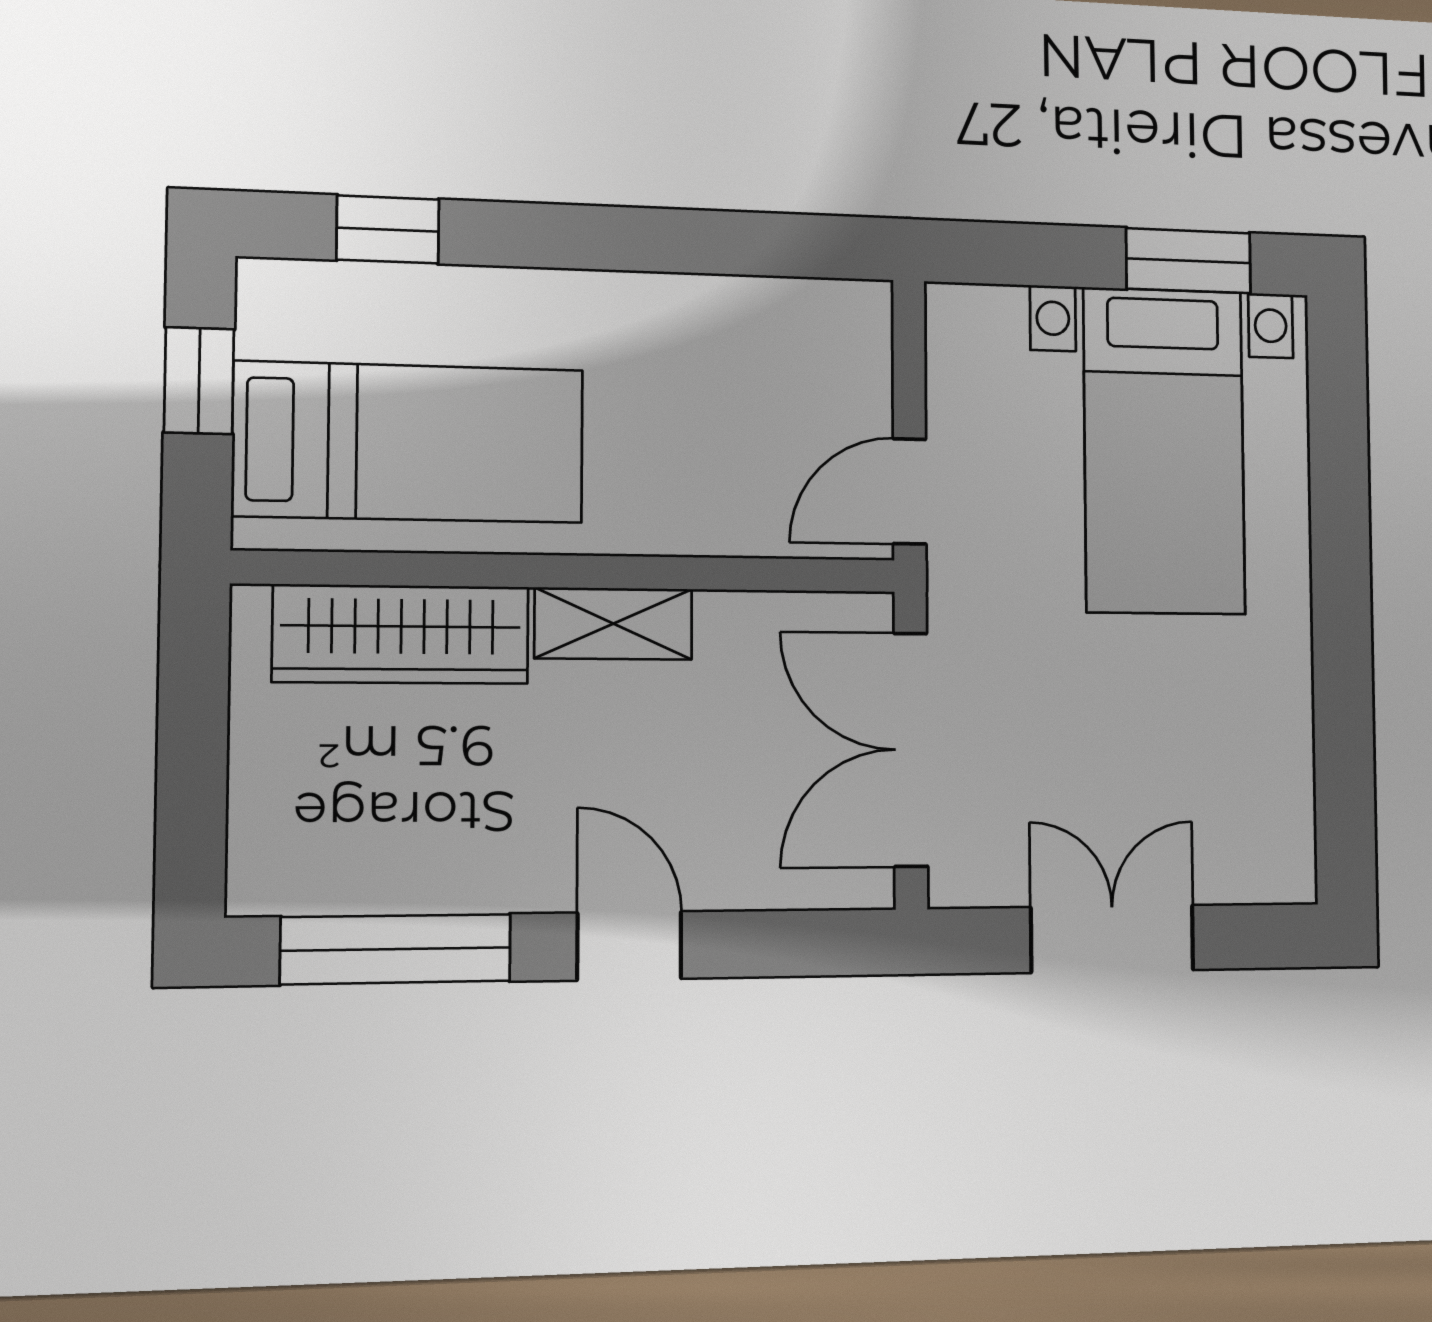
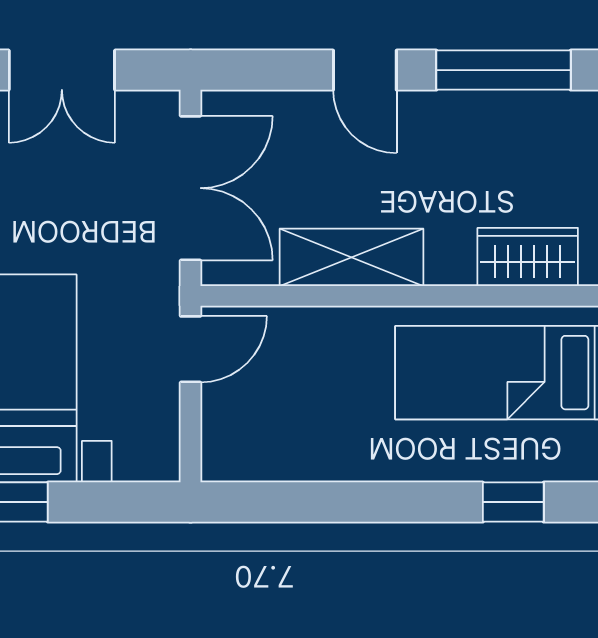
shelving: (613, 624) -> (351, 257), width x1.50, depth x1.33
wardrobe: (401, 634) -> (528, 257), width x0.67

